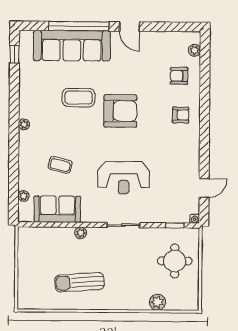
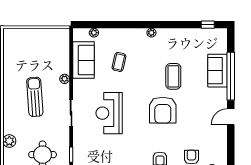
sofa: (72, 46) -> (218, 71), width x0.54, depth x0.79
sun lounger: (80, 282) -> (35, 97), moved

